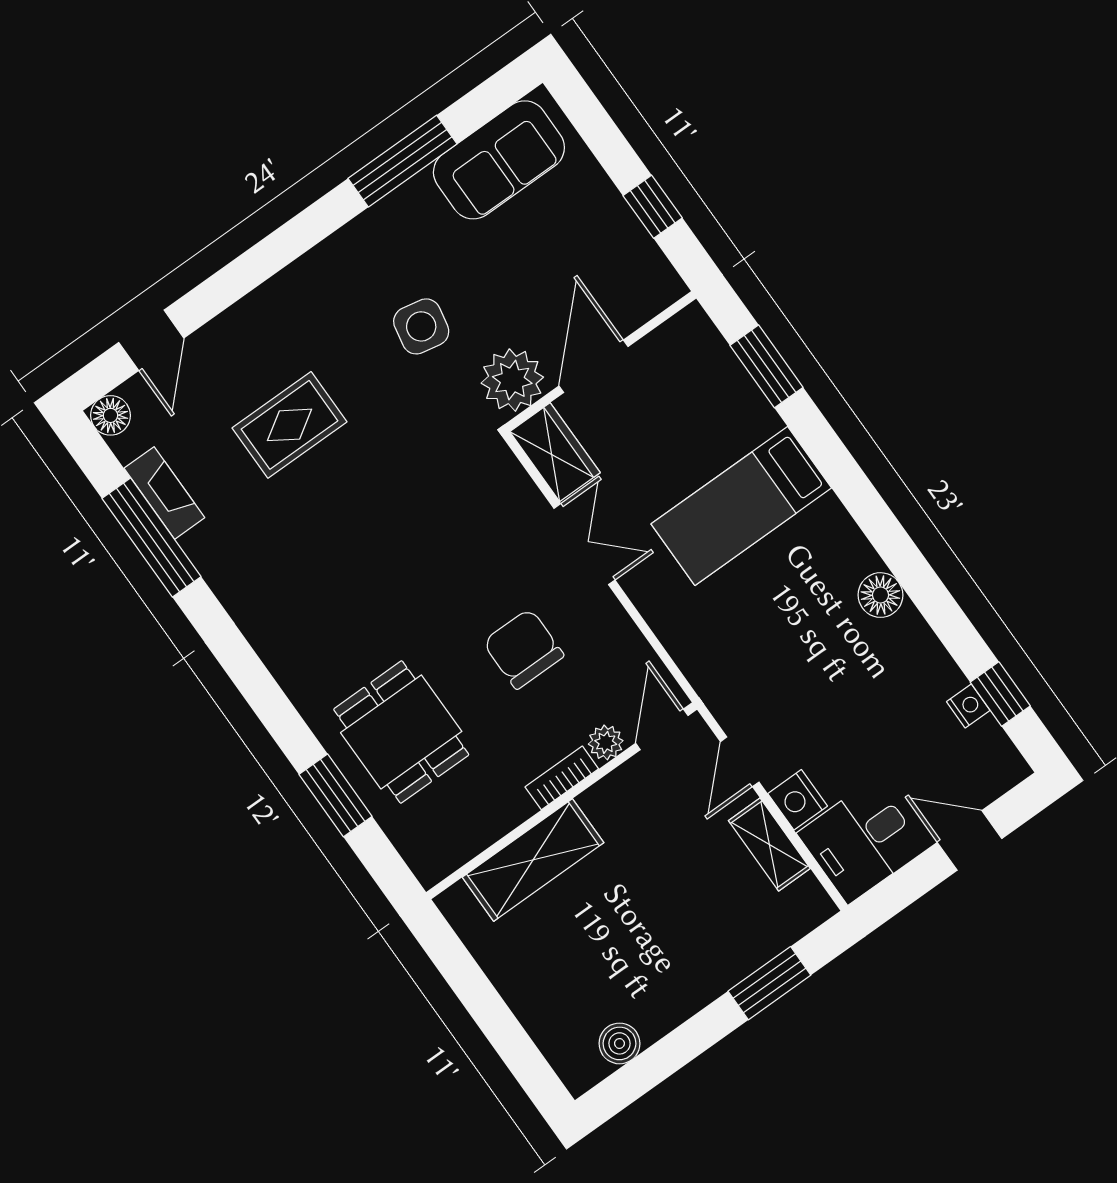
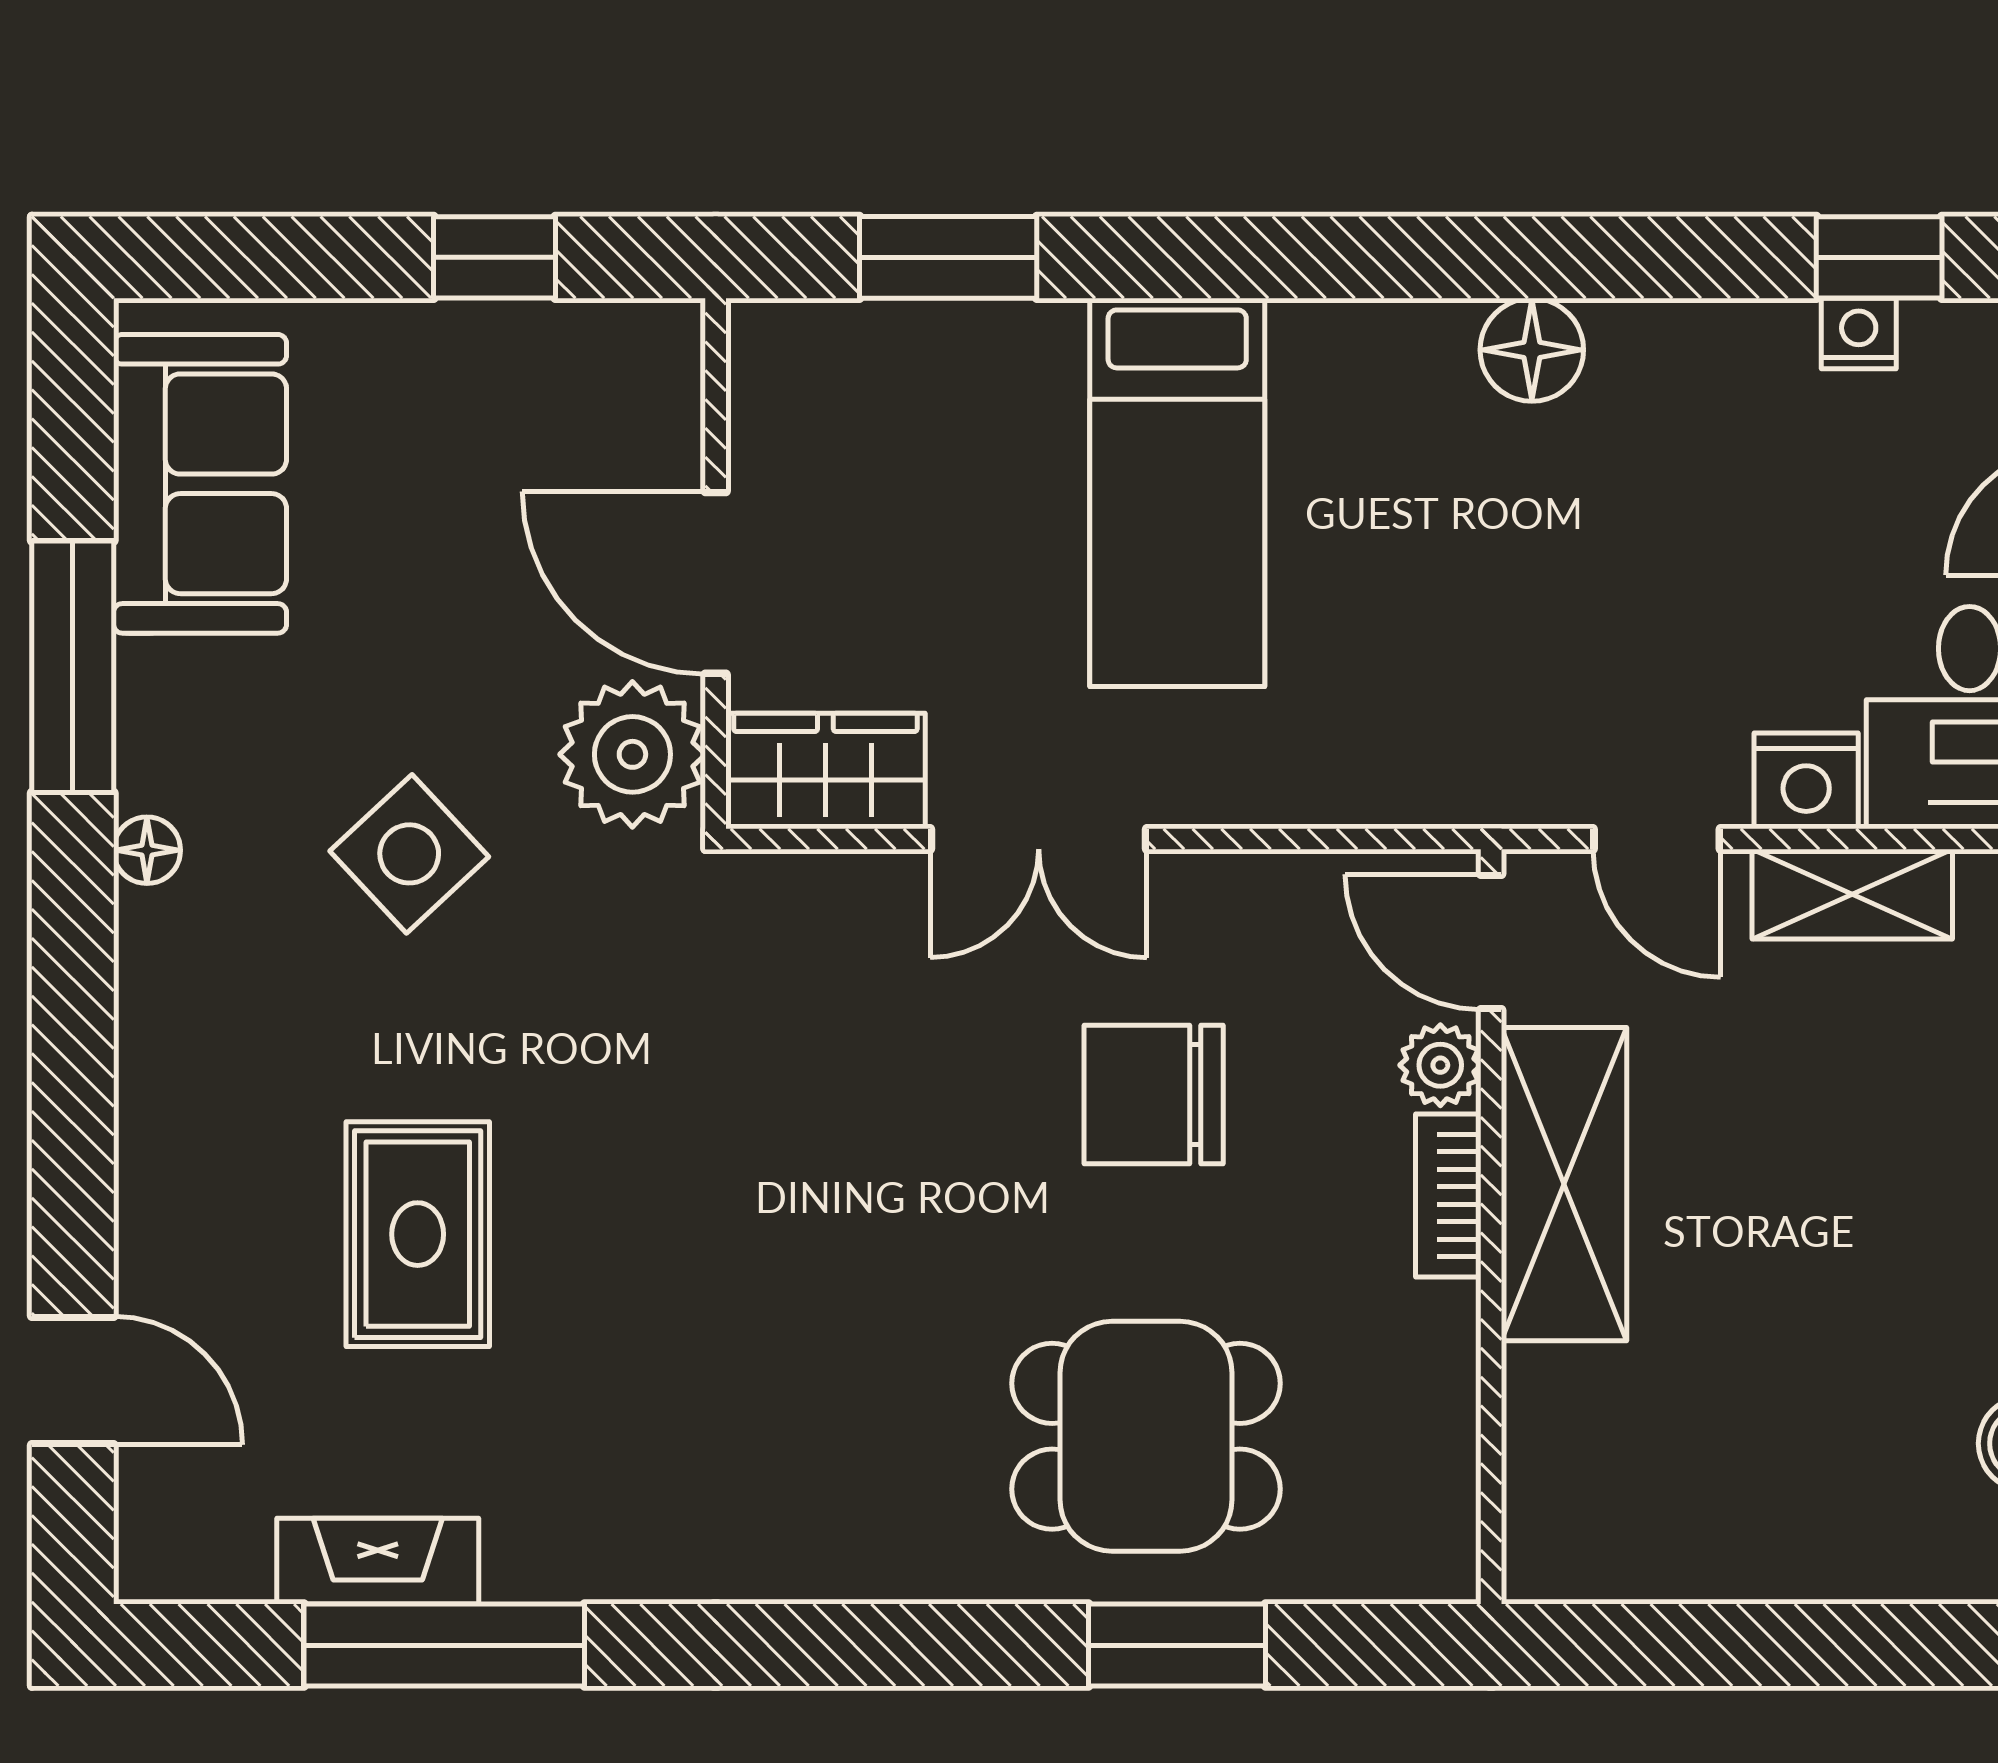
side table: (421, 326) -> (409, 854), turned 36
floor lamp: (110, 415) -> (147, 850), moved, width x0.73, depth x0.73
double door: (584, 544) -> (1039, 839), swing flipped
shelving: (533, 860) -> (1564, 1184), moved

